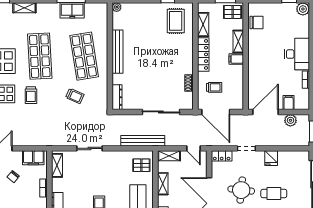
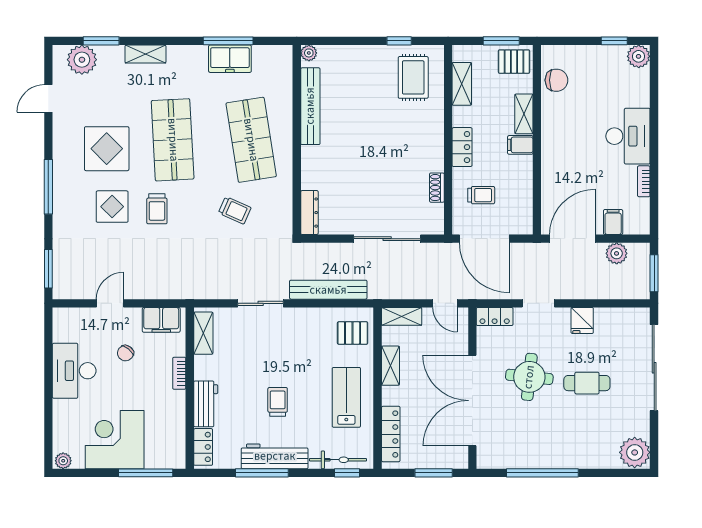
bench: (118, 52) -> (310, 106), moved
locker: (203, 54) -> (462, 147), width x0.66
bench: (143, 141) -> (328, 290), moved

